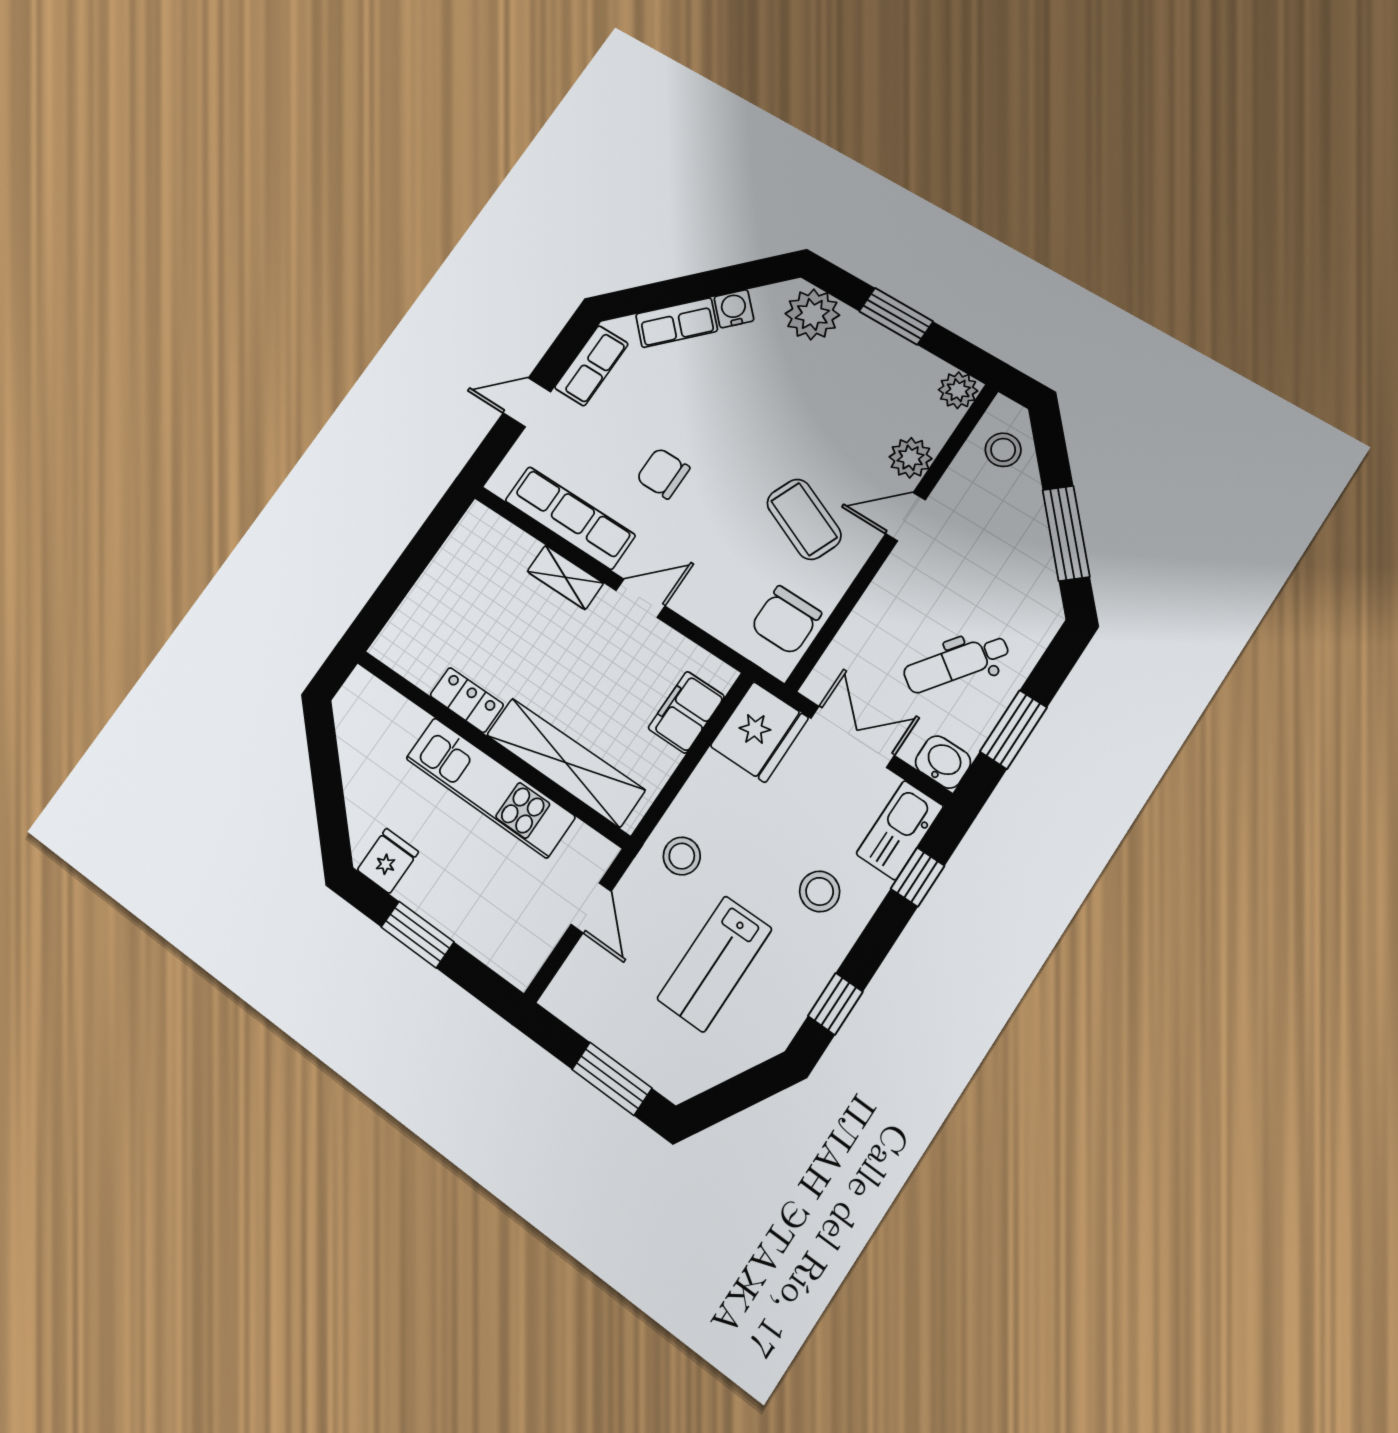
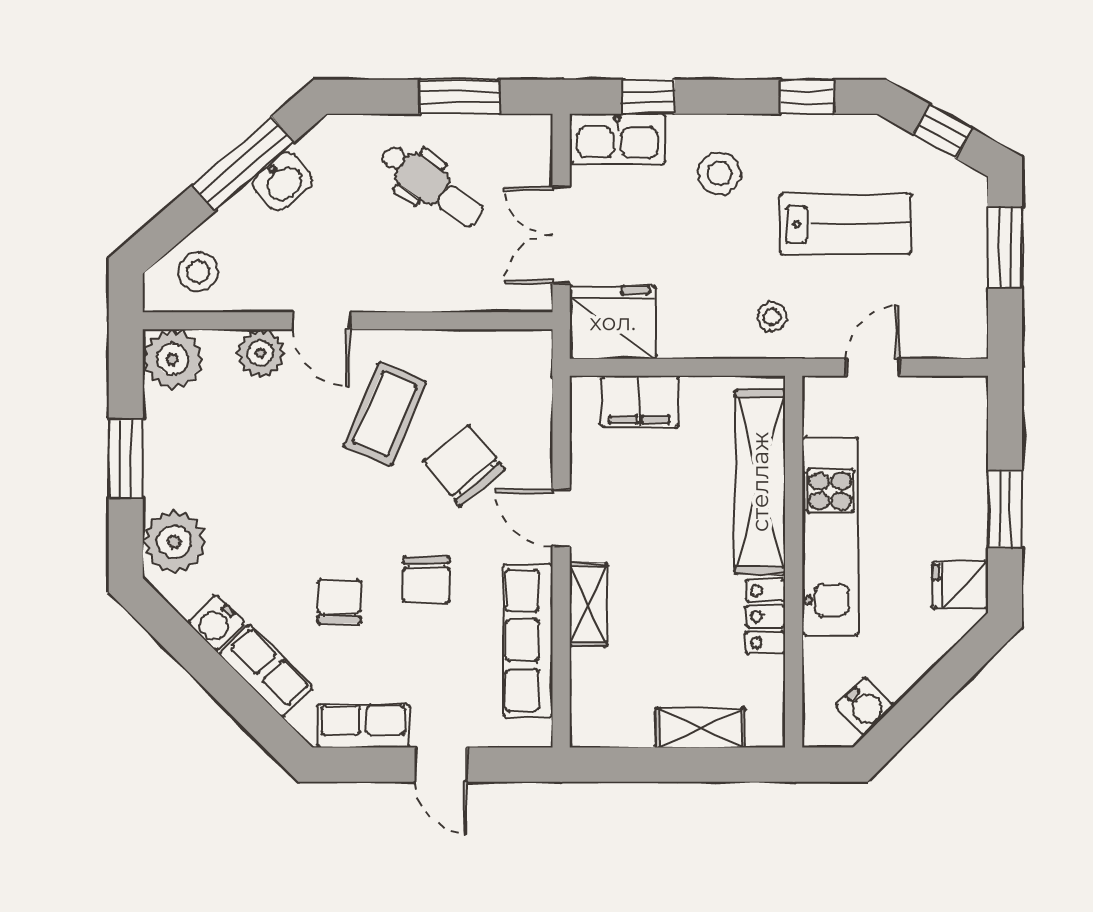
plant: (958, 390) -> (173, 359), width x1.36, depth x1.36
chair: (690, 403) -> (339, 602), added
shelving: (423, 600) -> (700, 728), added
chair: (786, 620) -> (464, 466), moved, turned -129
water cooler: (353, 729) -> (865, 706), added
washbasin: (943, 762) -> (283, 181), moved, turned -131
stool: (682, 856) -> (772, 317), width x0.73, depth x0.73
window: (736, 1095) -> (943, 131), added

